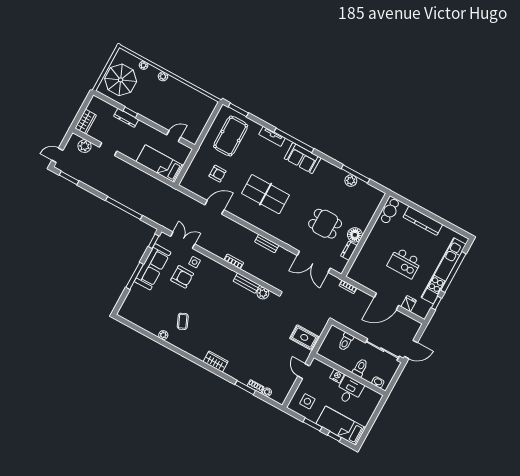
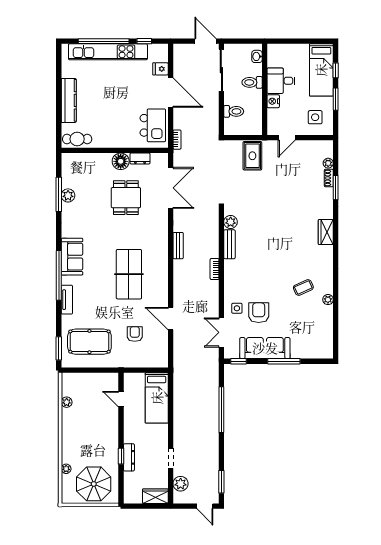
plant: (163, 76) -> (67, 402), moved
kitchen island: (404, 263) -> (153, 125), moved

